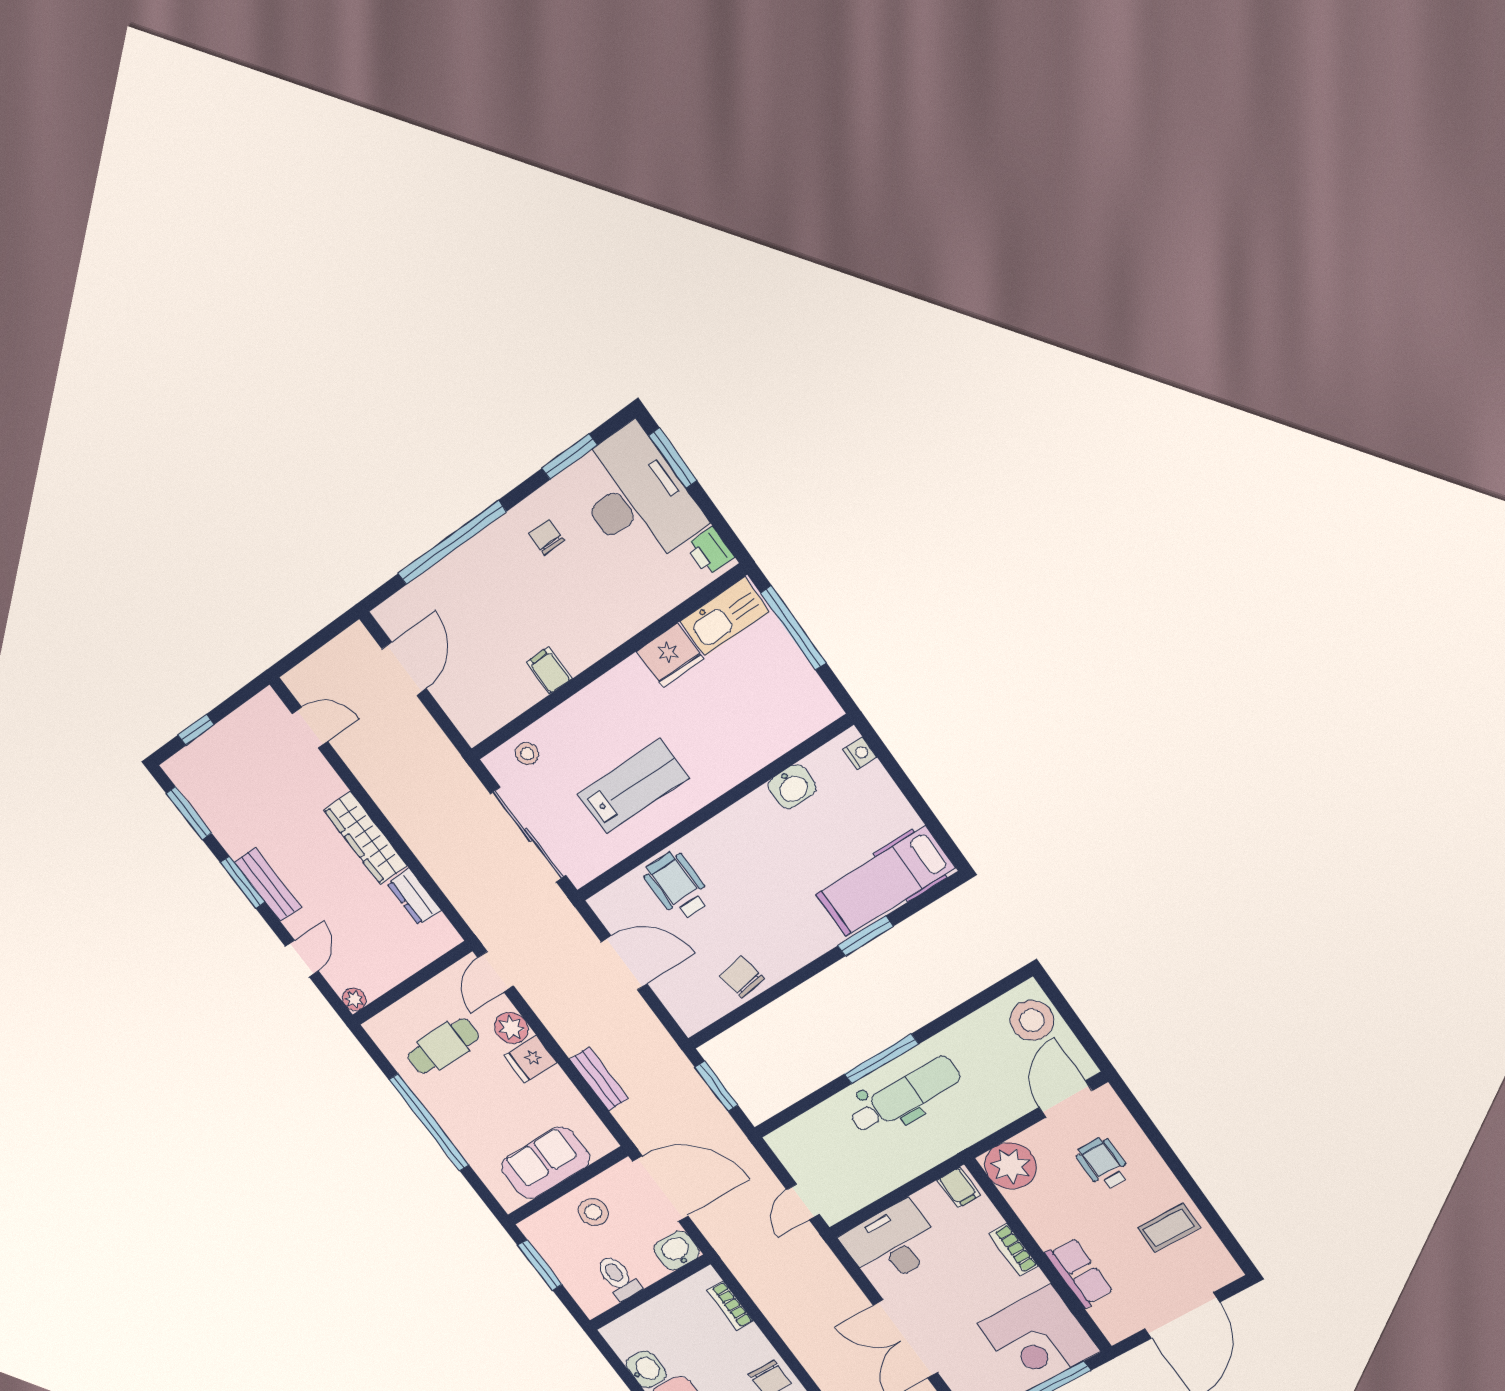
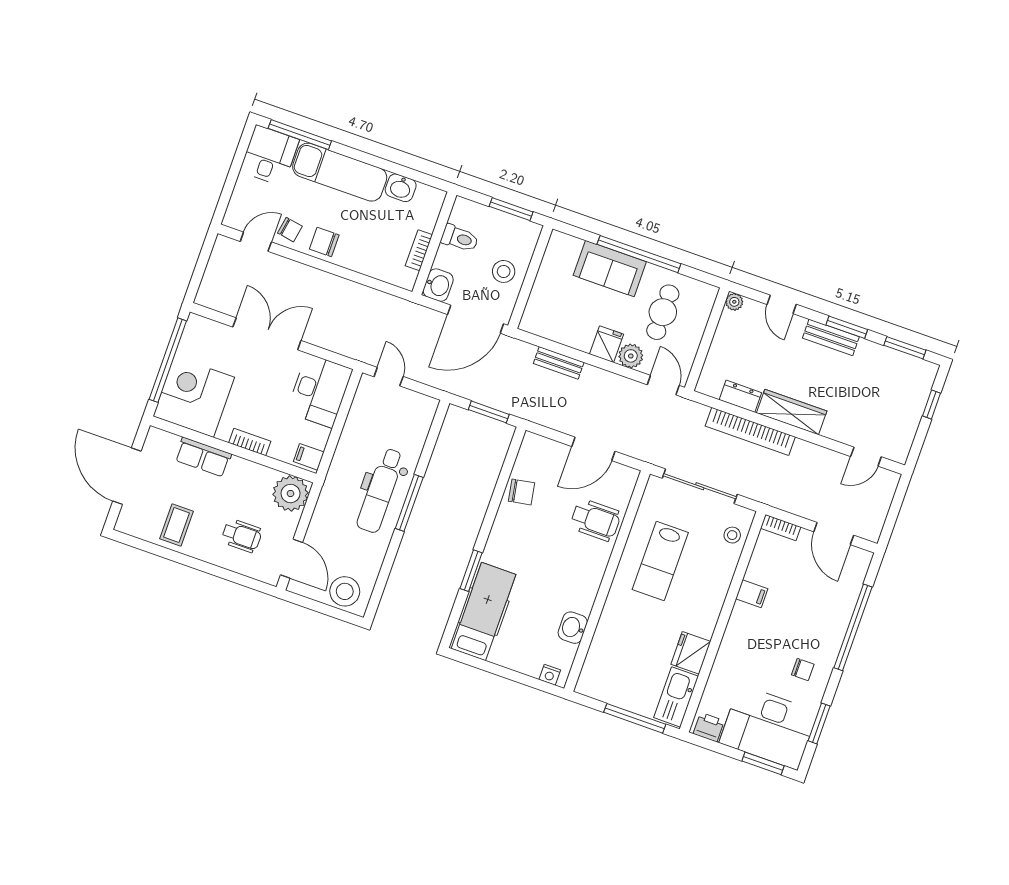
bookcase: (464, 721) -> (781, 528), added
bookcase: (428, 852) -> (750, 431), added
sofa: (545, 1163) -> (610, 269), moved, turned 90
bookcase: (730, 1306) -> (419, 250), moved, turned -90

